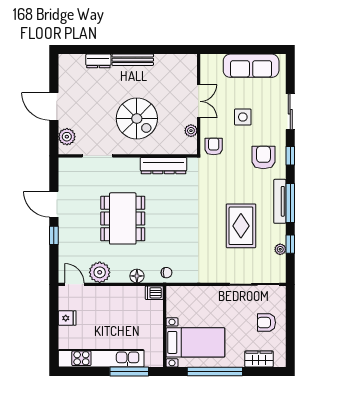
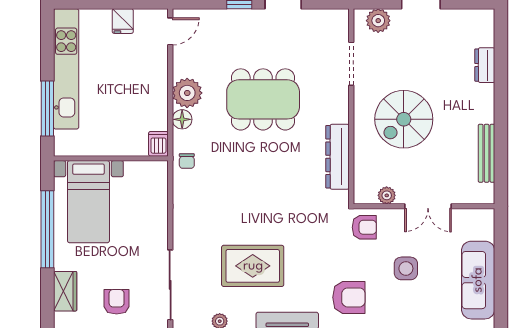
bench: (133, 60) -> (487, 153), moved
plant: (100, 272) -> (187, 93), moved

